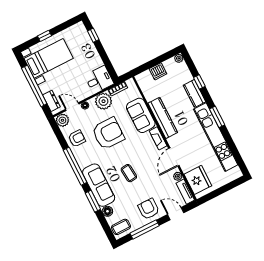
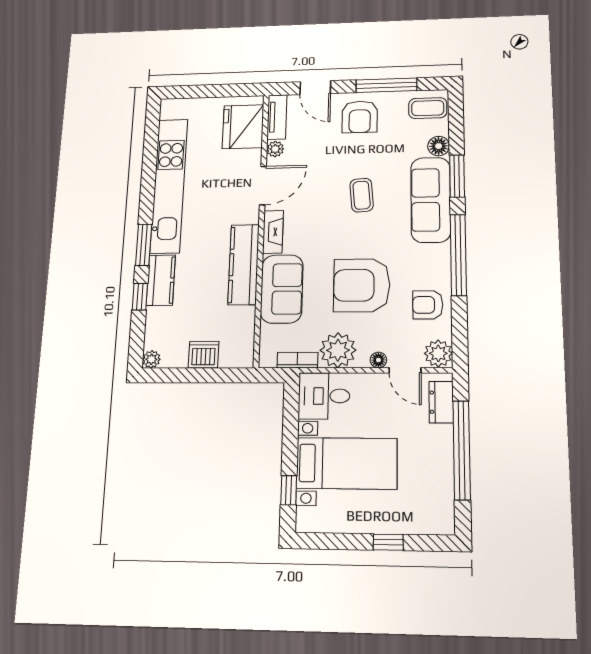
bed with nightstands: (49, 58) -> (347, 463), moved, turned 180
window: (217, 117) -> (144, 245), moved

